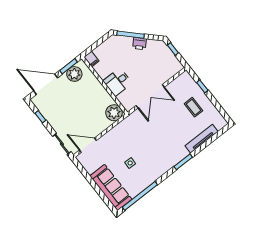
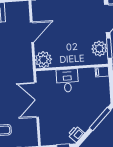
printer: (140, 44) -> (76, 134), moved
door: (88, 145) -> (32, 32), moved

